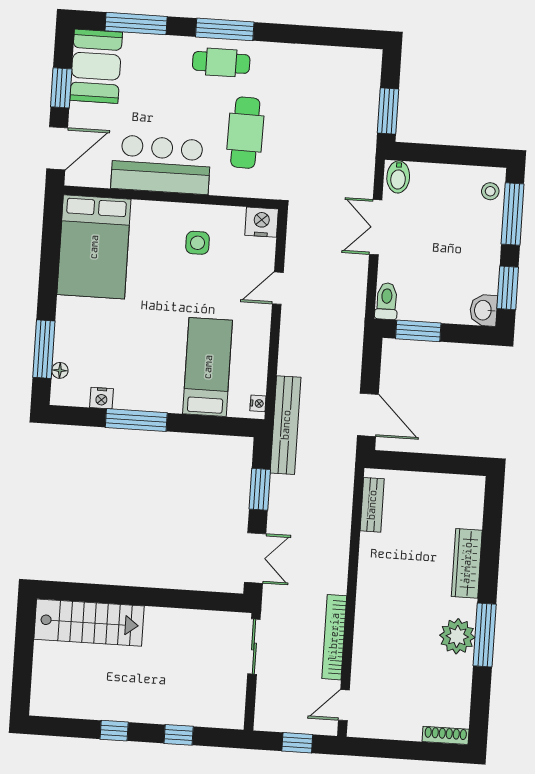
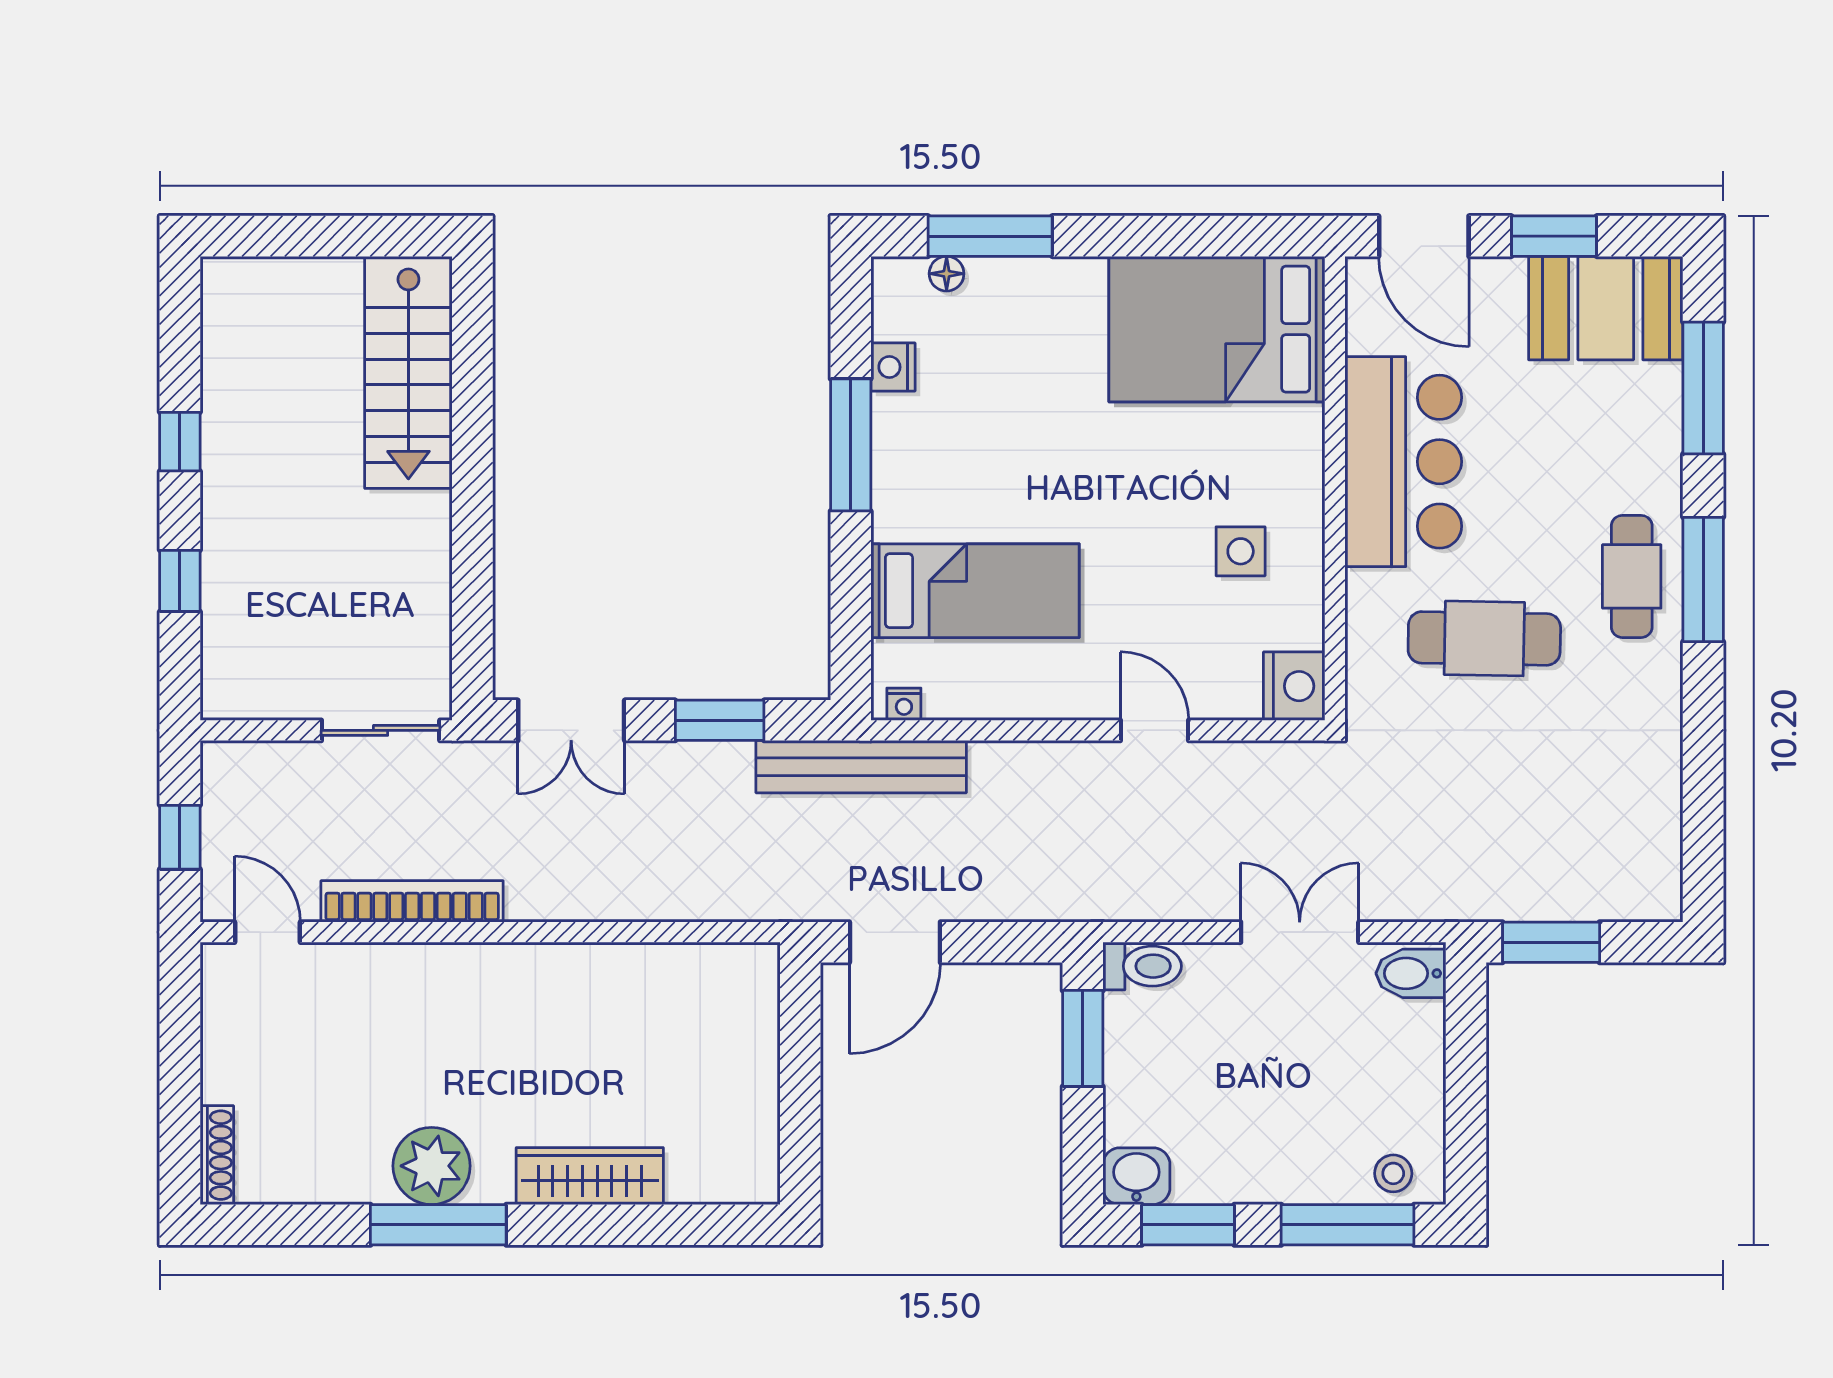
bench: (372, 505) -> (702, 964), removed

